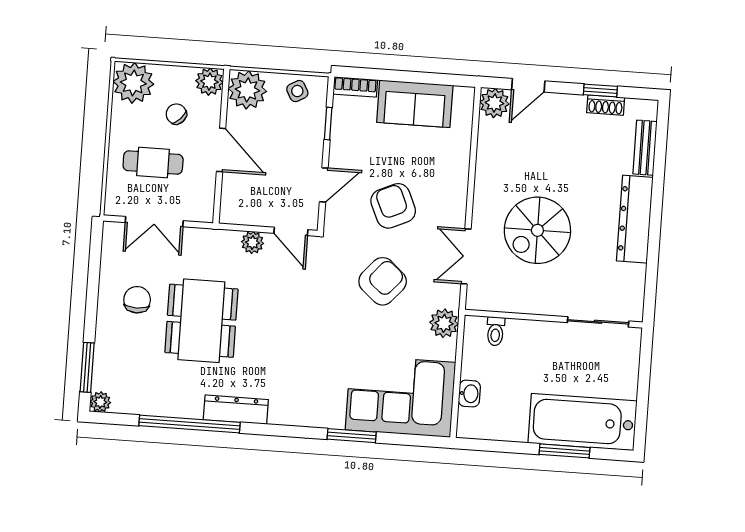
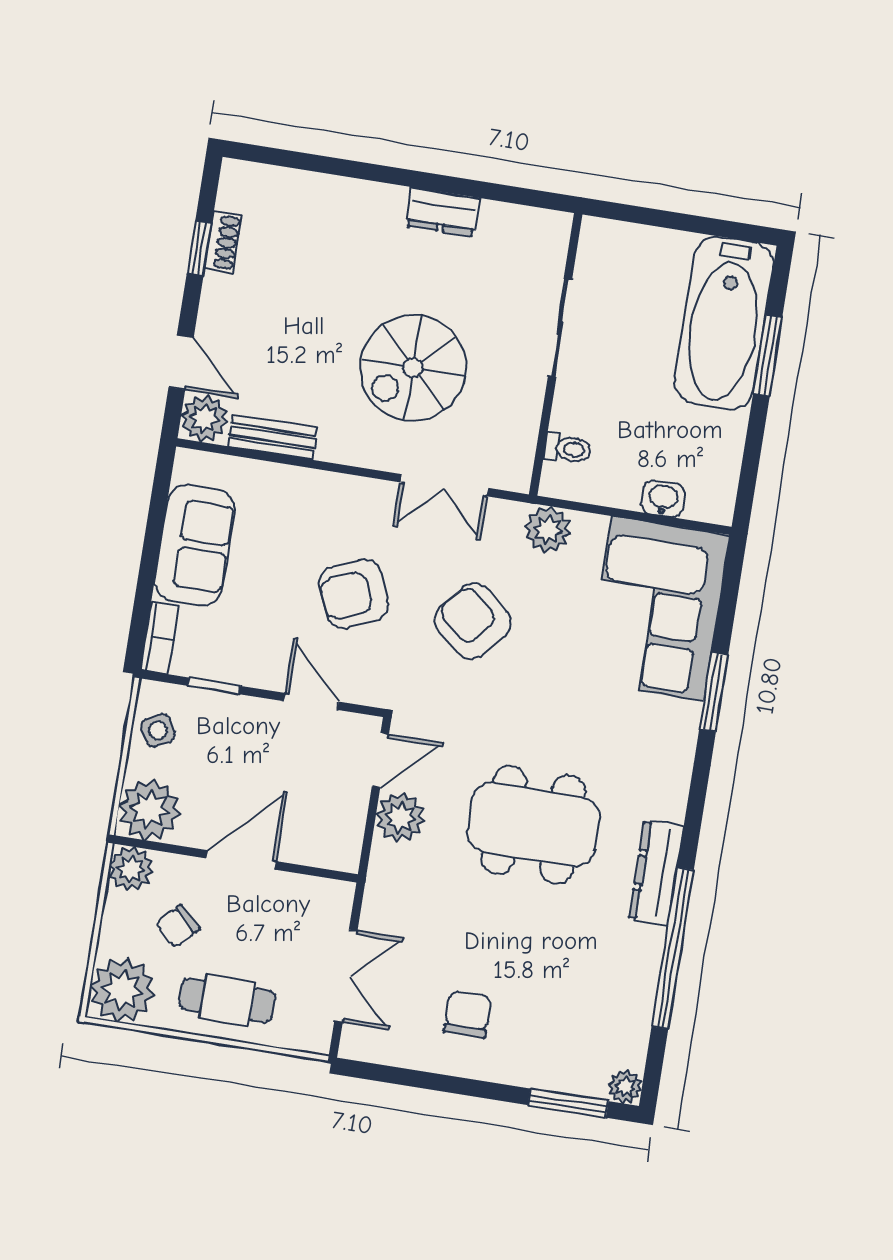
bench: (645, 148) -> (273, 437), moved
cafe table: (153, 162) -> (227, 1000), moved, turned 90
dresser: (635, 219) -> (443, 212), width x0.51, depth x0.80
spiral stairs: (537, 230) -> (413, 368), turned 90
plant: (253, 243) -> (400, 817), width x1.38, depth x1.38
chair: (137, 300) -> (468, 1014), turned 90
dining table: (201, 321) -> (533, 825), moved
sliding door: (598, 322) -> (560, 328), moved

